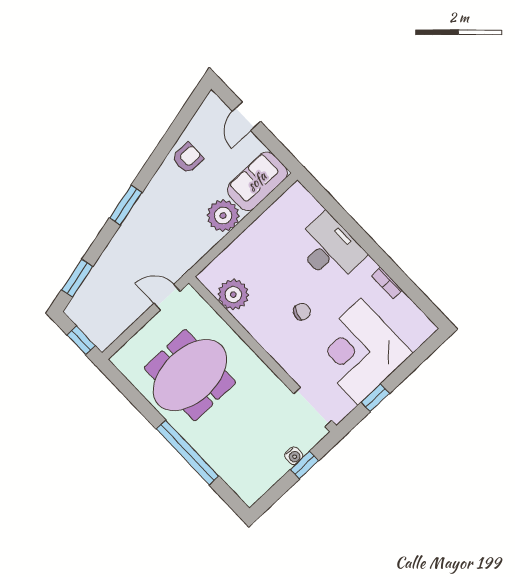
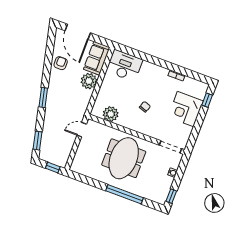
door: (246, 116) -> (78, 32), width x1.87
desk: (330, 249) -> (124, 66), moved
corner desk: (359, 352) -> (186, 109), width x0.74, depth x0.74
meeting table: (190, 375) -> (124, 158), moved
window: (375, 398) -> (207, 100), moved
window: (304, 465) -> (171, 196), moved

